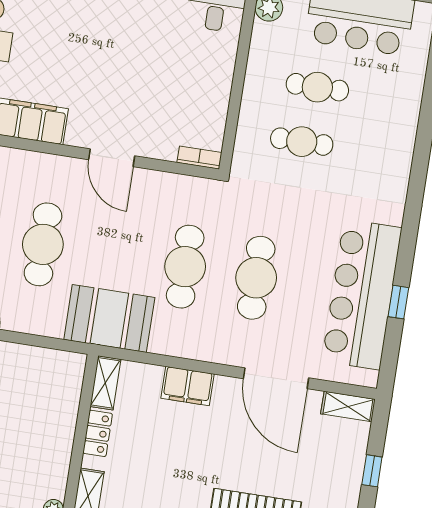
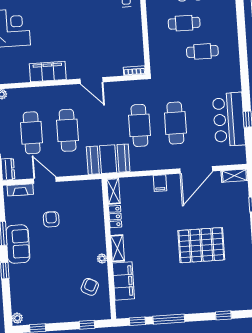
cafe table: (302, 142) -> (202, 51), moved
bar counter: (362, 295) -> (229, 119), width x0.73
door: (276, 378) -> (196, 170), hinge flipped
filing cabinet: (188, 386) -> (160, 183), width x0.50

